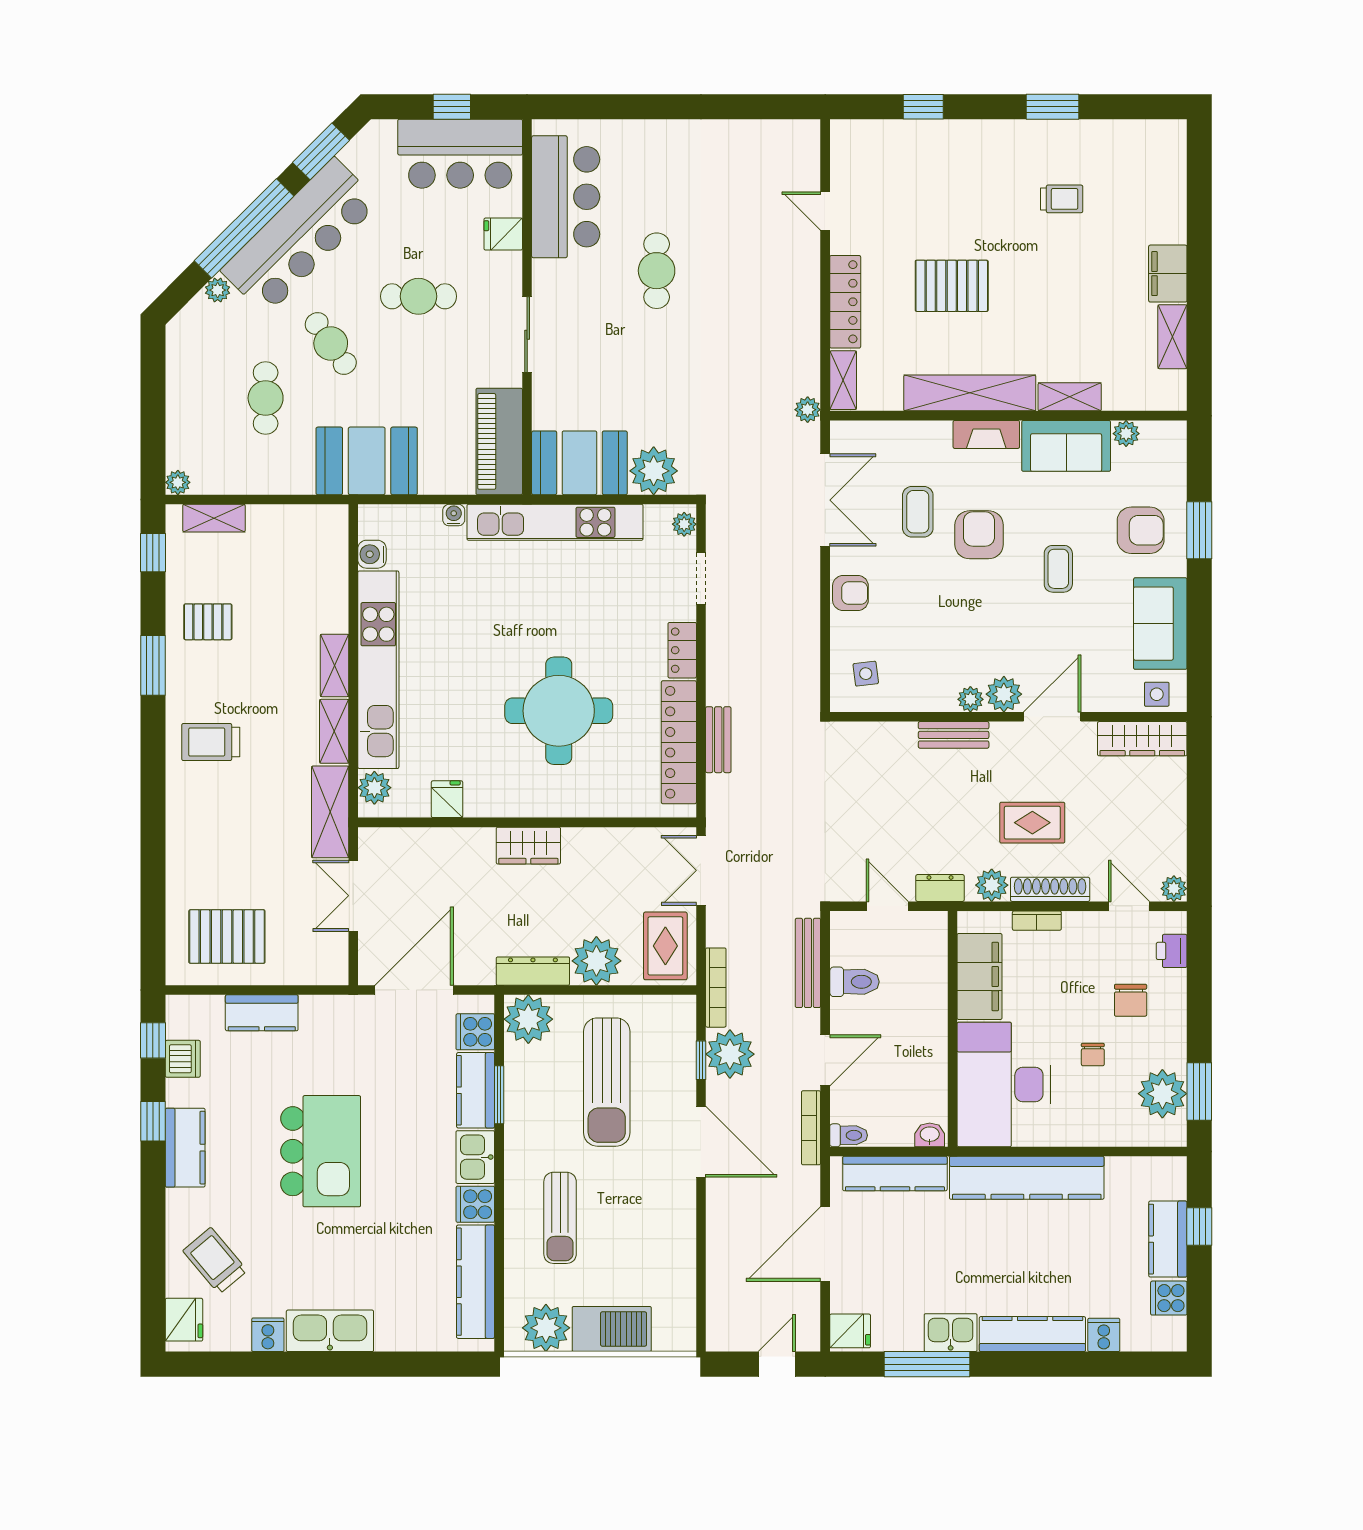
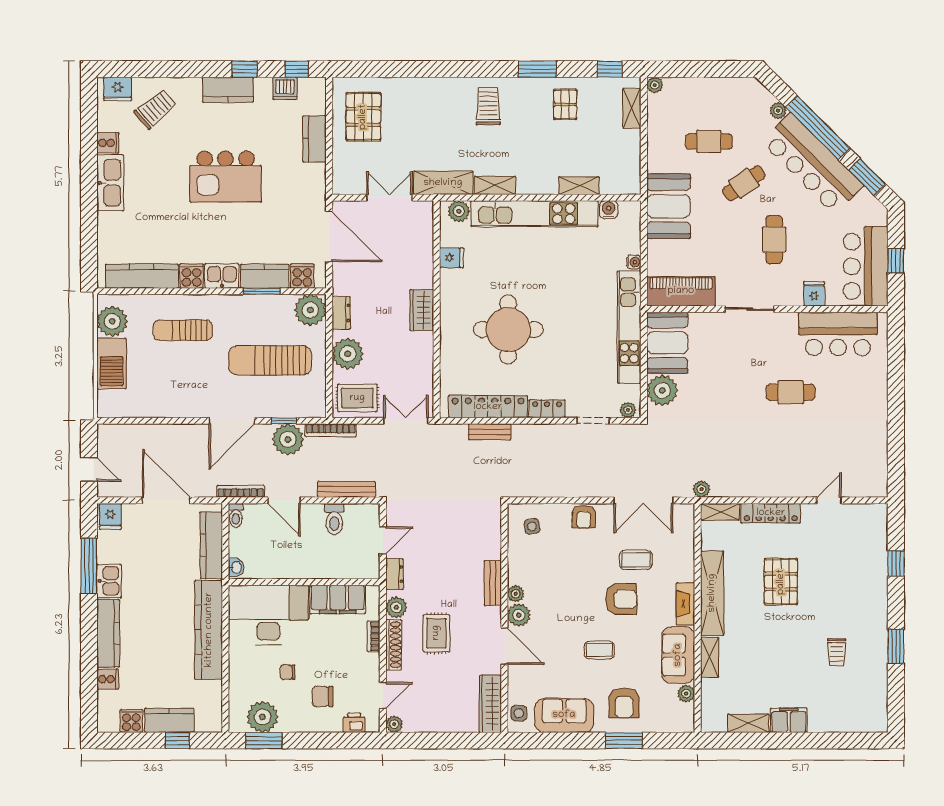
shelving: (334, 665) -> (579, 186), moved
dresser: (533, 971) -> (341, 313), width x0.70

